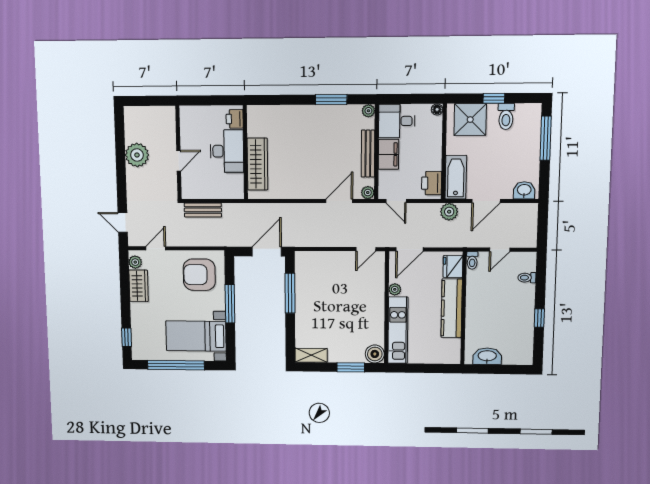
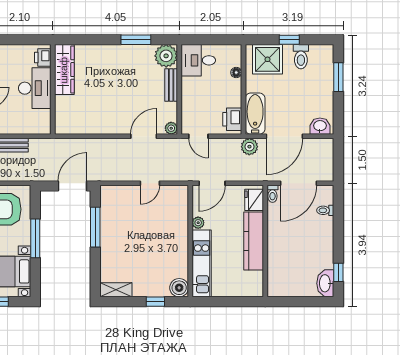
floor lamp: (437, 109) -> (236, 73), moved
plant: (368, 111) -> (166, 56), width x1.87, depth x1.87
window: (546, 138) -> (338, 77), width x0.69
bench: (368, 154) -> (171, 85), width x0.73
filing cabinet: (388, 154) -> (191, 92), removed
wardrobe: (257, 164) -> (64, 70), moved
door: (486, 201) -> (284, 136), width x1.36
door: (366, 249) -> (150, 183), moved
door: (500, 250) -> (298, 183), width x1.88
window: (539, 318) -> (338, 272), moved
washbasin: (487, 356) -> (325, 283), moved, turned -90
window: (351, 367) -> (155, 302), width x0.67

